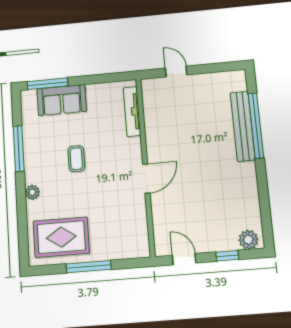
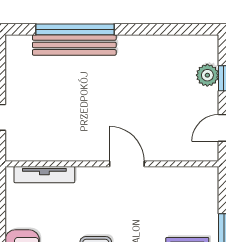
plant: (248, 240) -> (207, 75), moved

